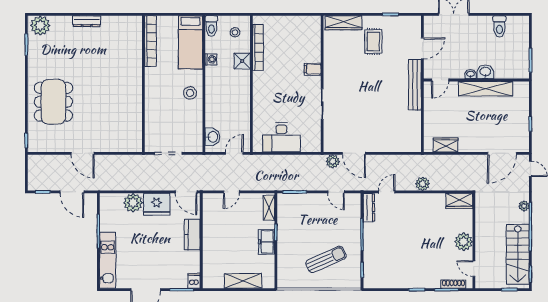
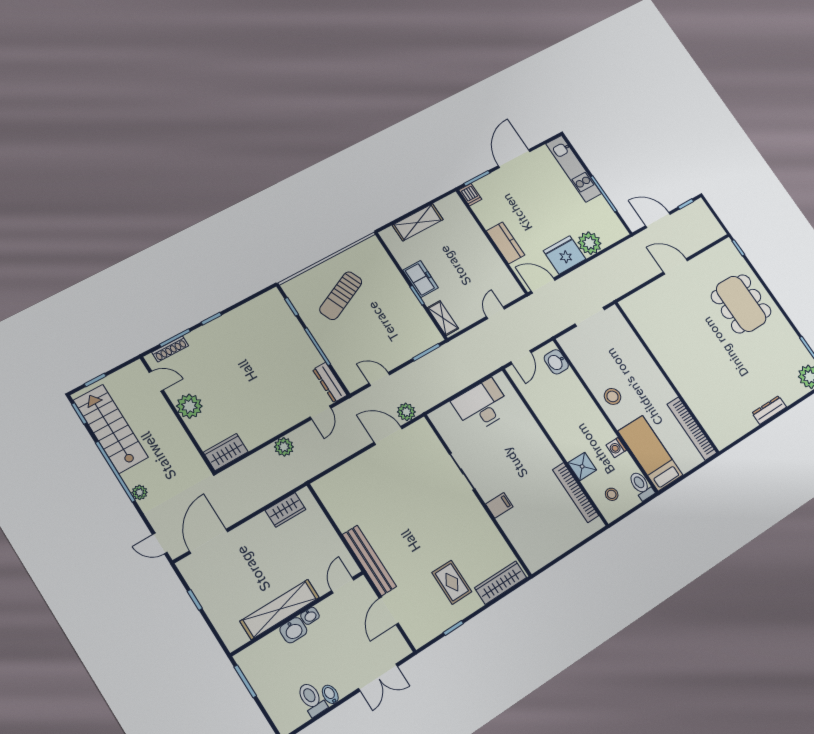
bidet: (487, 22) -> (330, 694), added

